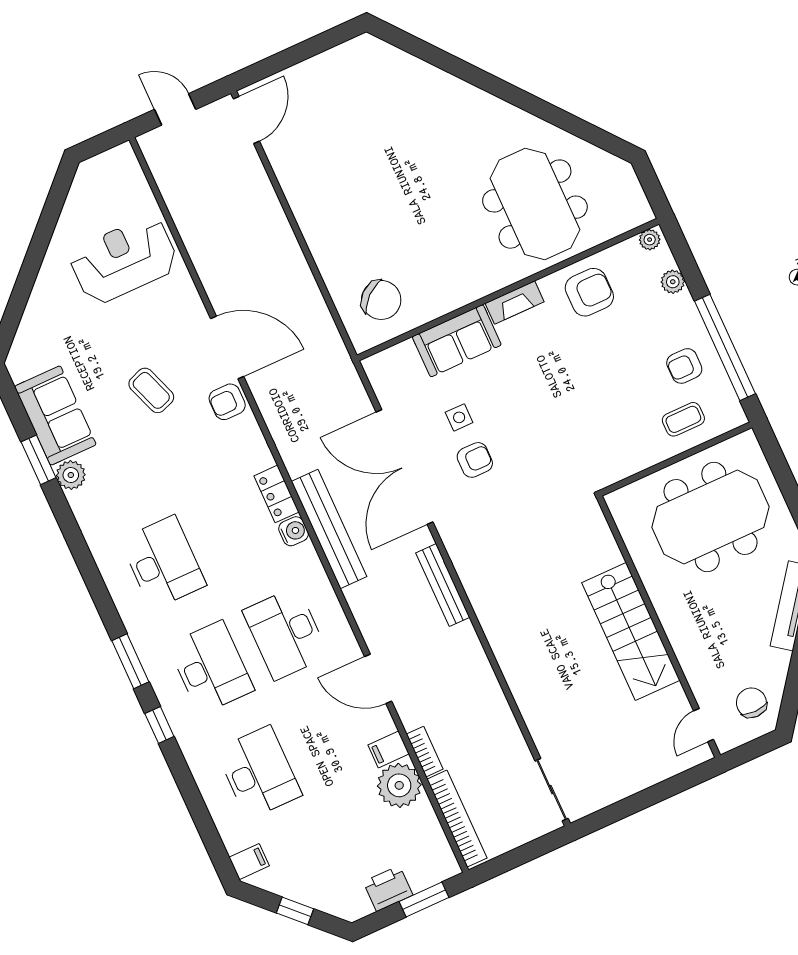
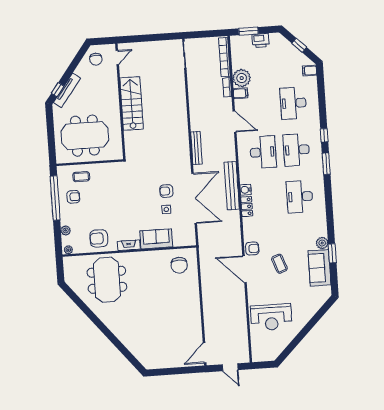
chair: (381, 300) -> (179, 265), turned -139

